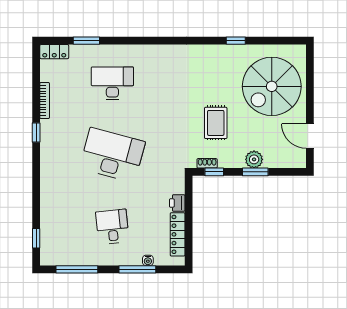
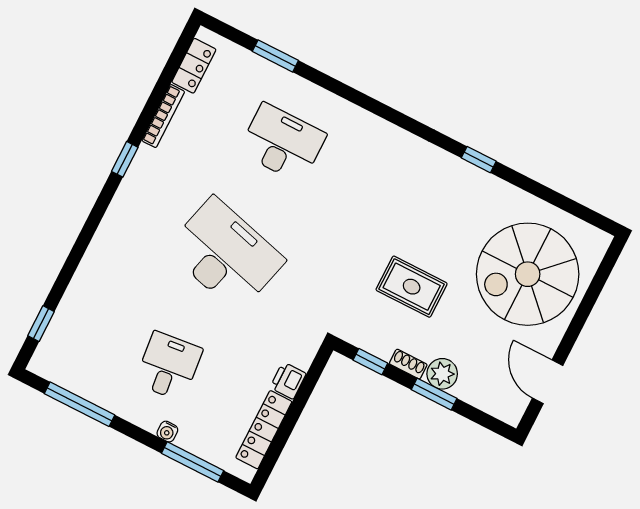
window: (236, 41) -> (479, 160), moved
locker: (54, 52) -> (194, 66), moved, turned -90
rug: (216, 123) -> (412, 287), turned 90
shoe rack: (207, 163) -> (408, 364), moved
water cooler: (148, 260) -> (167, 432), moved
window: (137, 269) -> (193, 462), moved

